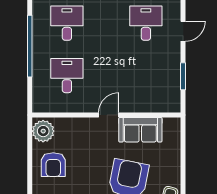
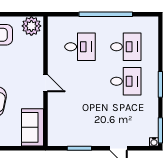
desk: (146, 23) -> (126, 81), moved
sofa: (140, 130) -> (33, 127), moved

